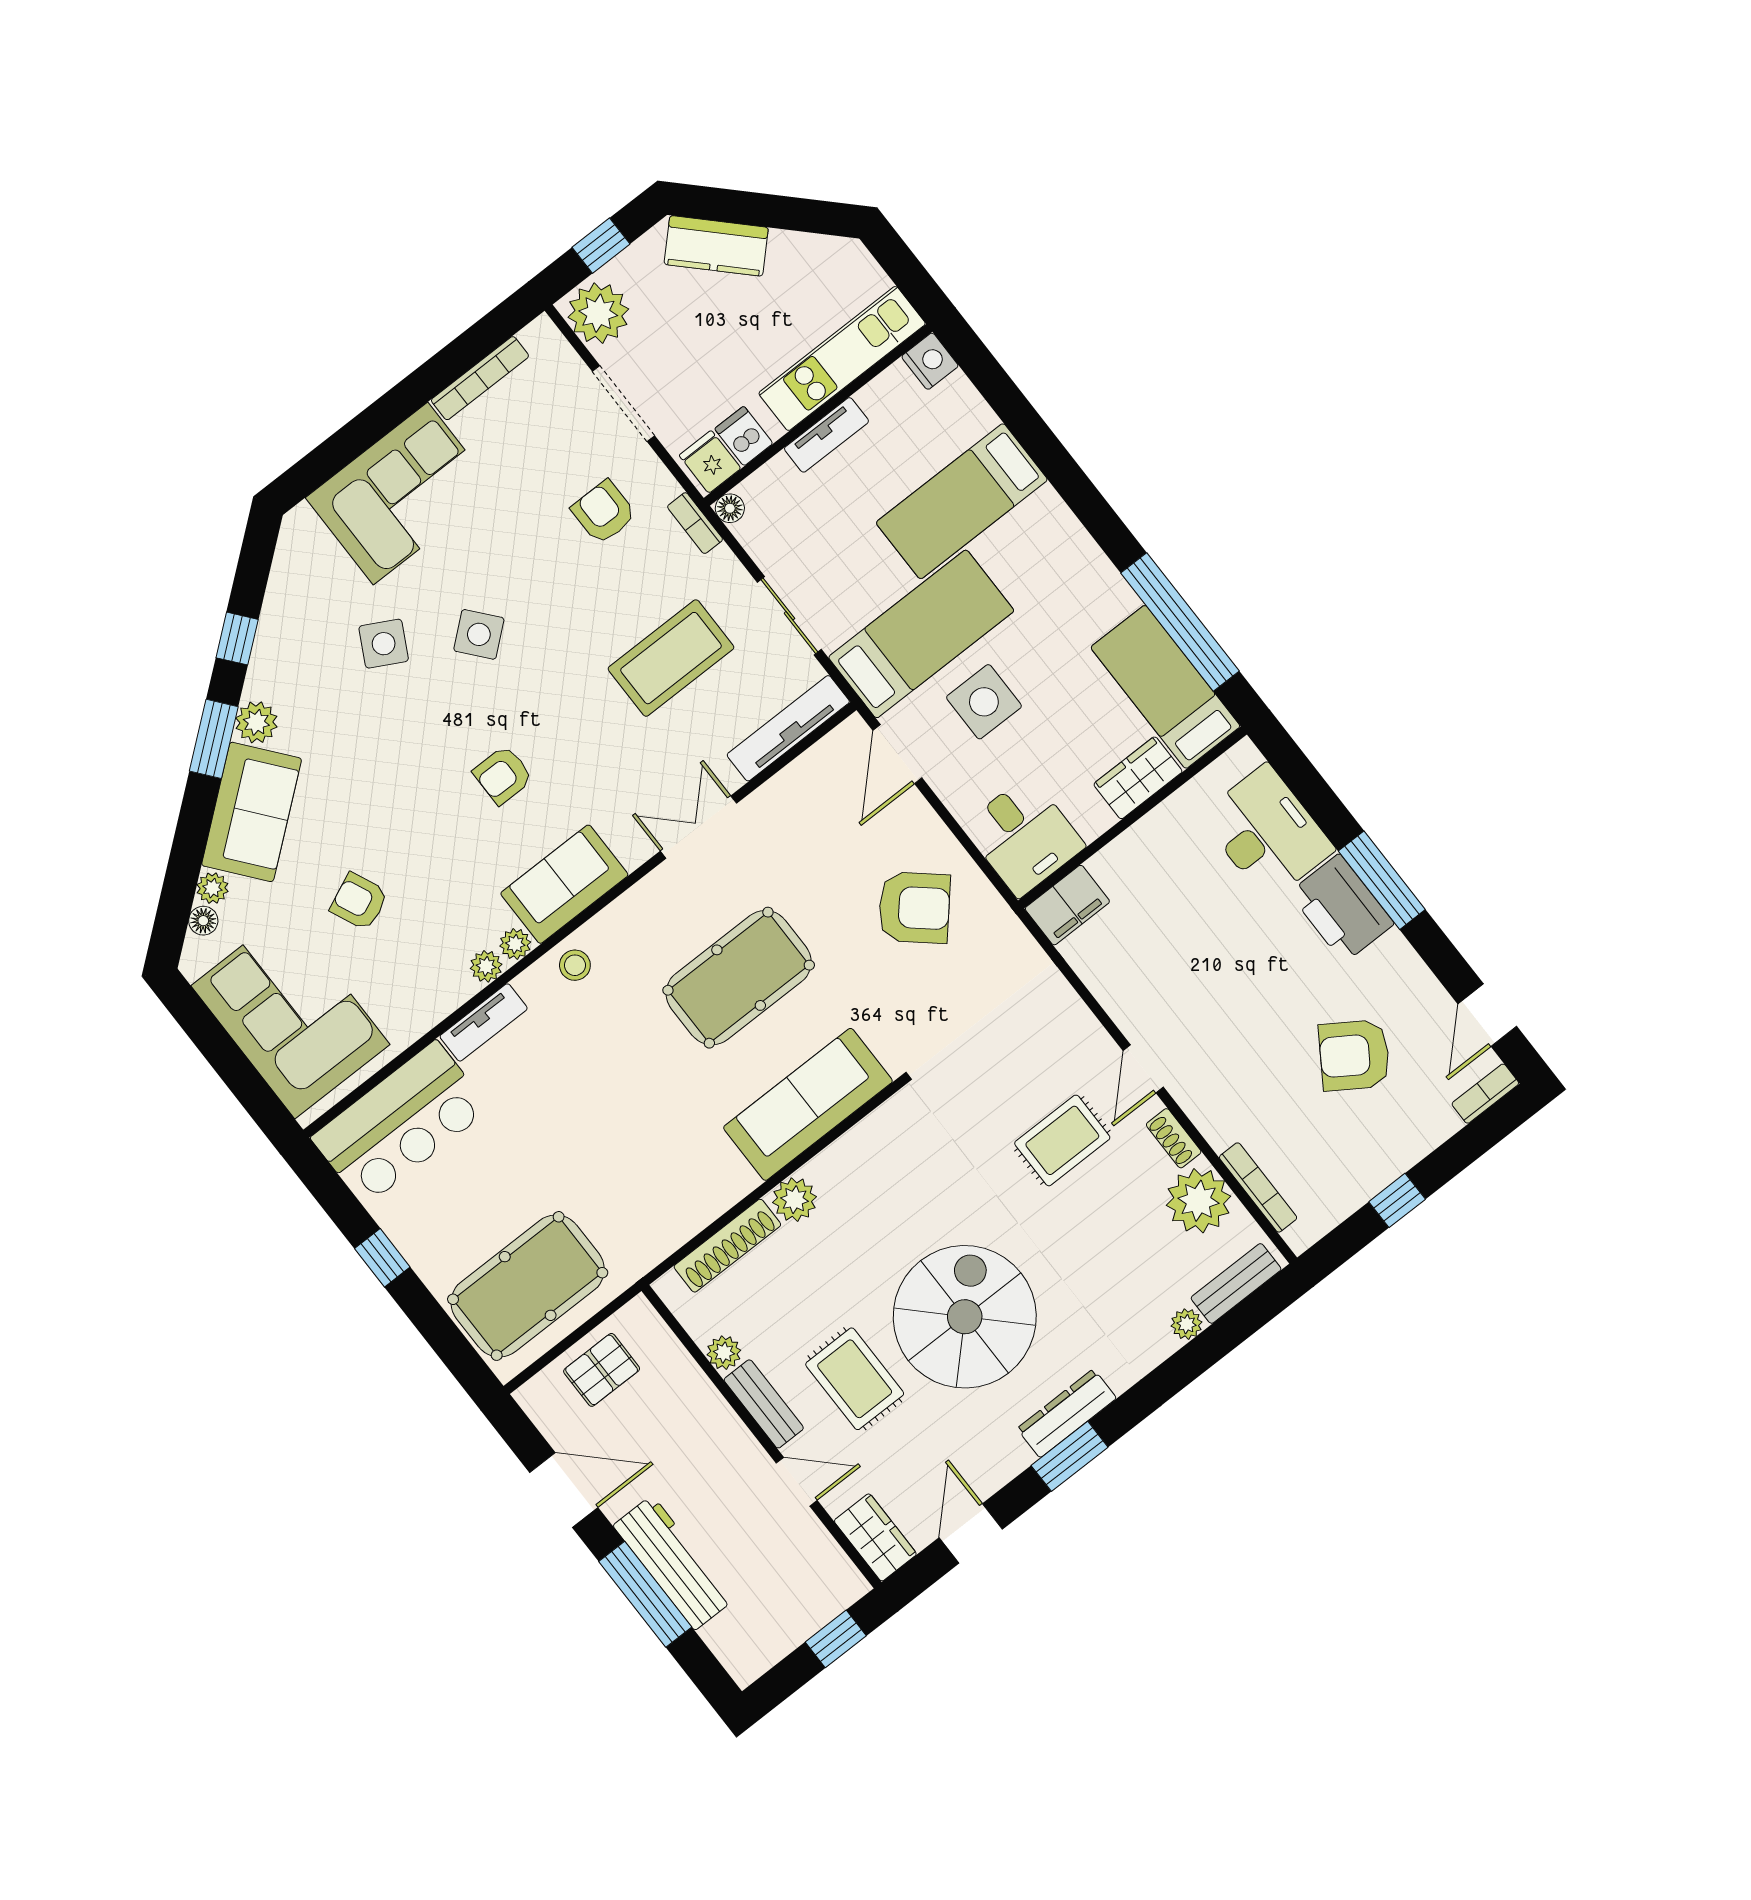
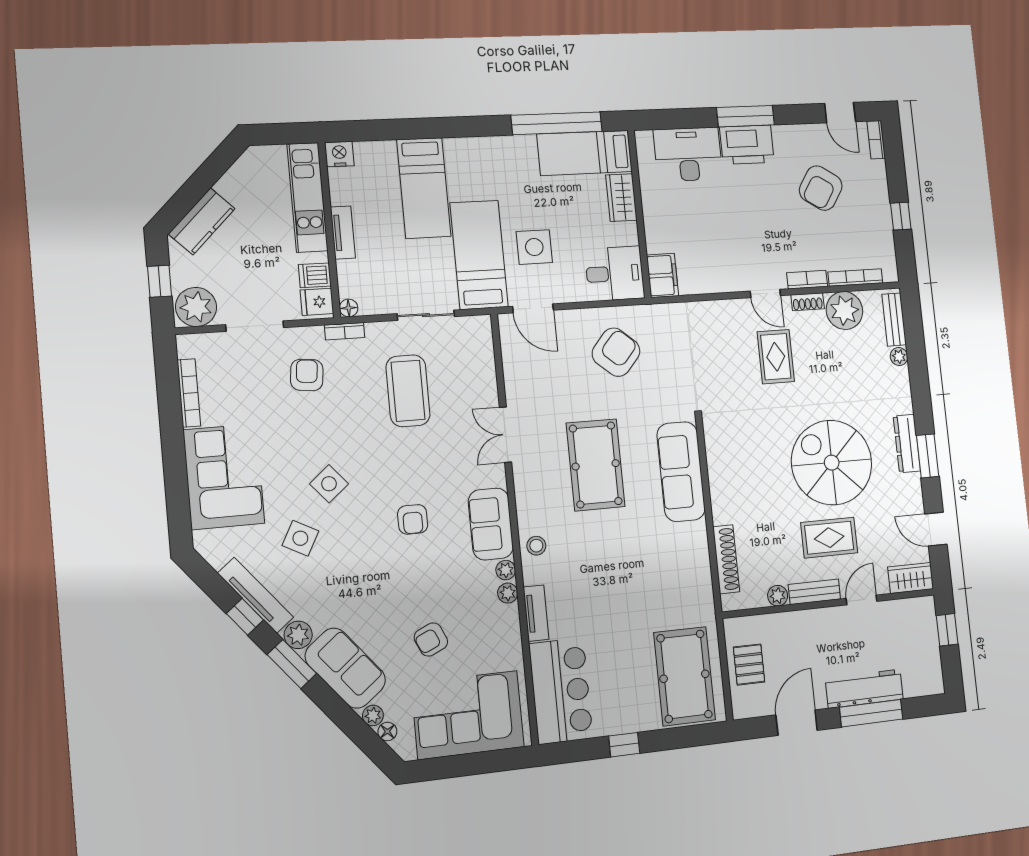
armchair: (604, 512) -> (307, 375), turned 96
tv unit: (788, 728) -> (256, 595), moved, turned 141
bookcase: (1206, 1118) -> (807, 280), added
plant: (795, 1200) -> (724, 510), removed

